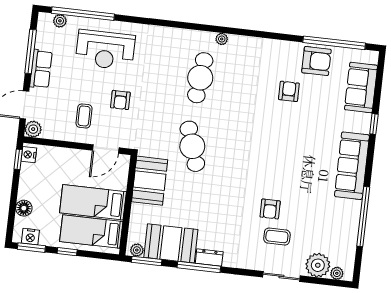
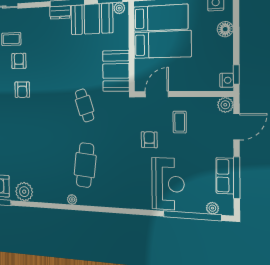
reception desk: (105, 50) -> (168, 184), turned 90
plant: (283, 52) -> (24, 192), added
row of seats: (41, 69) -> (225, 176), moved
armchair: (289, 91) -> (22, 90), moved
cafe table: (192, 146) -> (85, 105), width x0.73, depth x0.74

